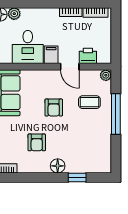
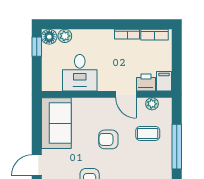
filing cabinet: (51, 55) -> (164, 81), moved
plant: (106, 75) -> (152, 104), moved
armchair: (54, 108) -> (108, 139), turned 90

